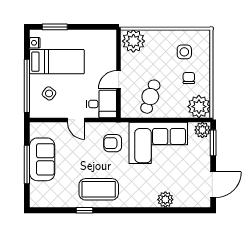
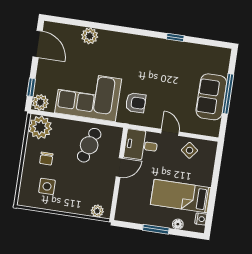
window: (55, 27) -> (156, 229), moved
floor lamp: (56, 35) -> (178, 224), added
plant: (133, 41) -> (97, 211), width x0.53, depth x0.53
window: (27, 86) -> (216, 175), removed
side table: (49, 93) -> (190, 150), moved
window: (213, 143) -> (31, 87), width x0.67
door: (213, 185) -> (38, 44), swing flipped
coffee table: (99, 189) -> (157, 57), removed

